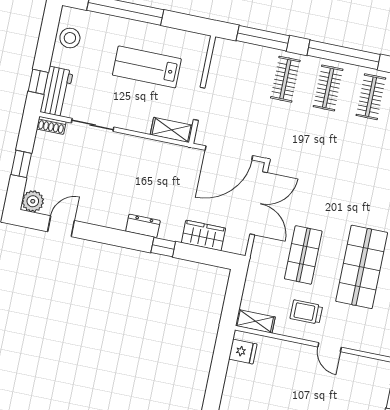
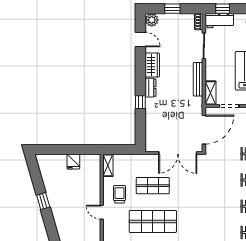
bench: (145, 146) -> (198, 79), added
door: (229, 153) -> (204, 130), swing flipped
wardrobe: (203, 235) -> (152, 65), moved
door: (330, 347) -> (102, 212), hinge flipped
fridge: (243, 352) -> (73, 162), moved

